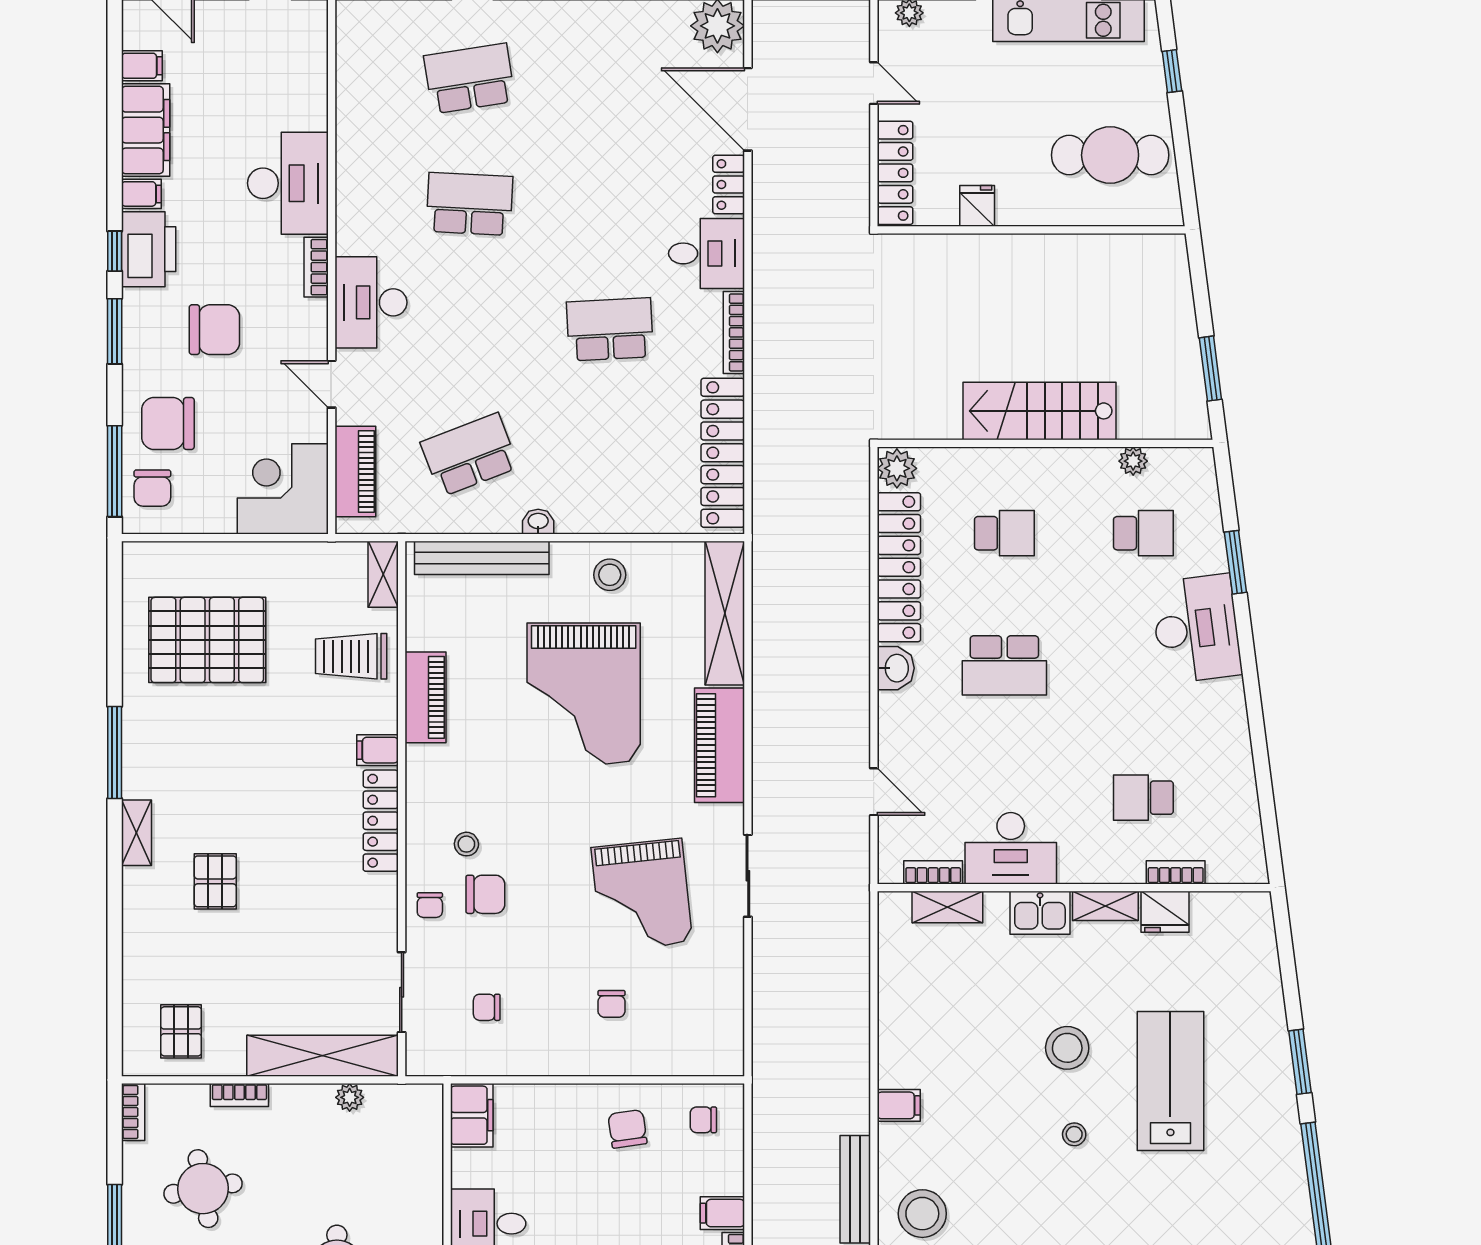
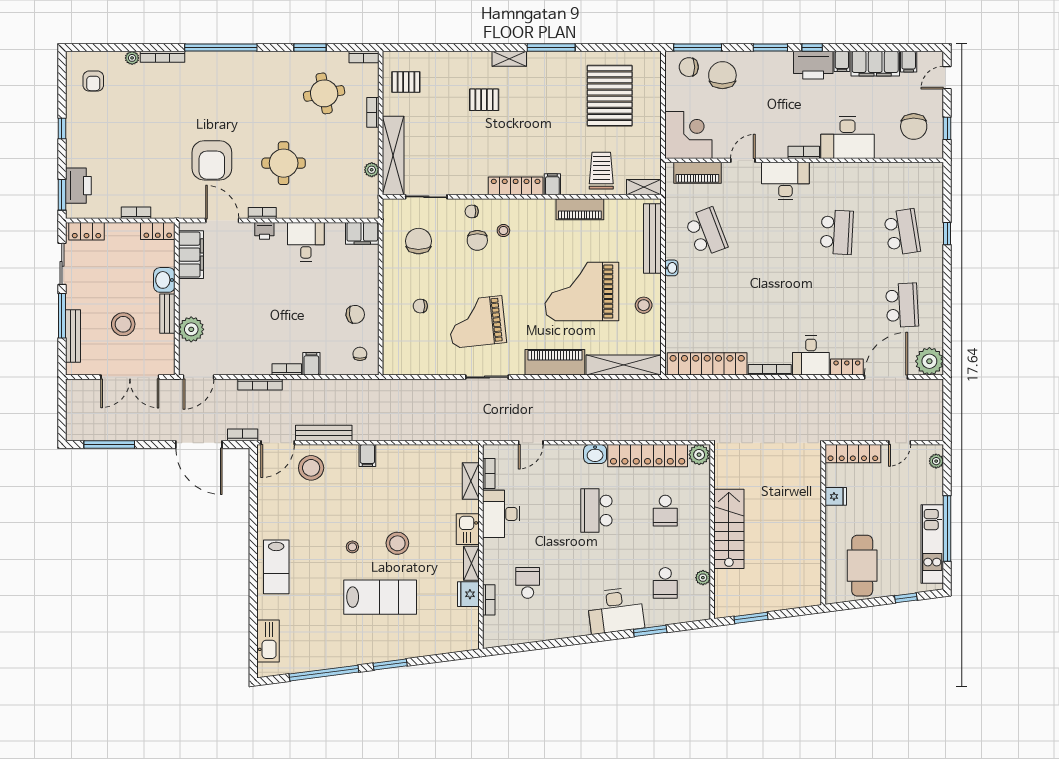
school desk: (610, 329) -> (902, 305), moved
chair: (214, 330) -> (914, 126), moved
chair: (487, 1007) -> (418, 241), width x1.87, depth x1.87

